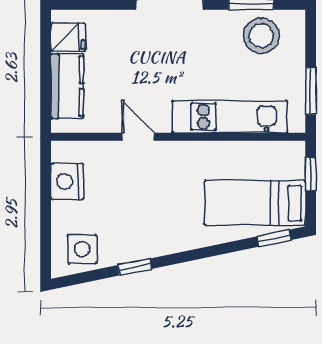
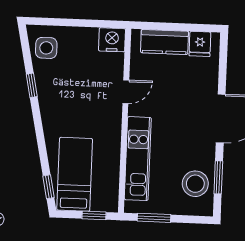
nightstand: (67, 181) -> (112, 40), moved

